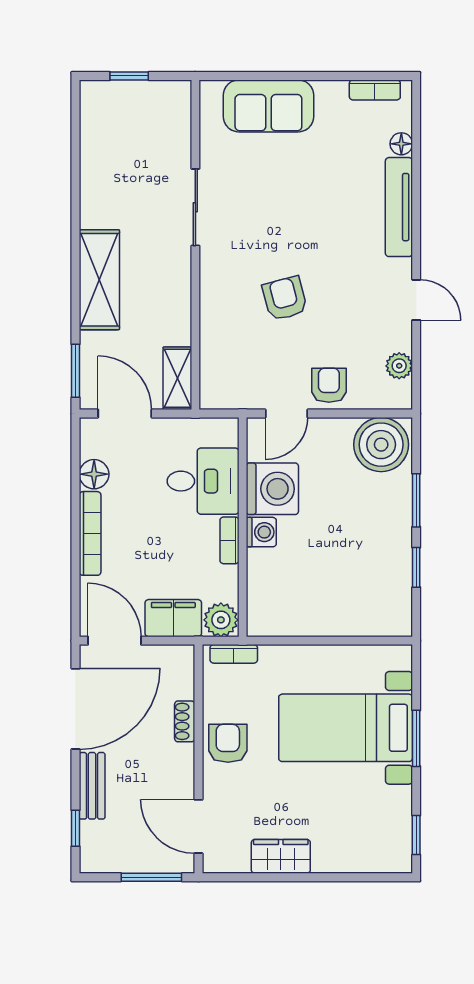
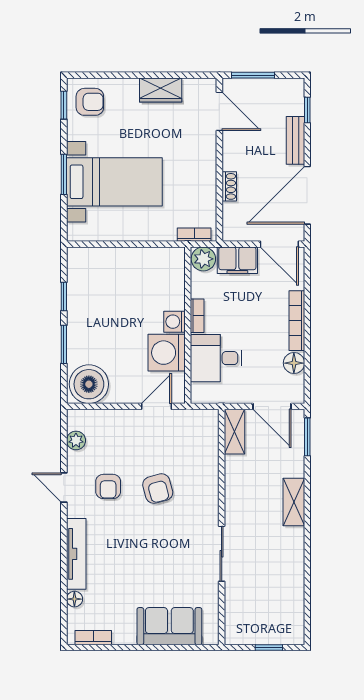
shelving: (99, 280) -> (294, 502), width x0.67, depth x0.75
armchair: (329, 385) -> (108, 486), moved
armchair: (228, 743) -> (90, 102), moved, turned -90

